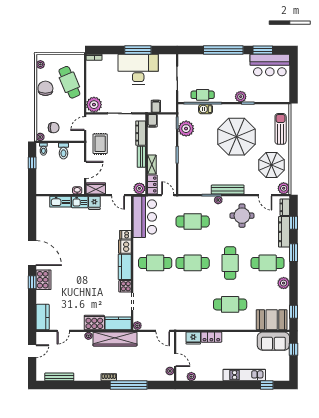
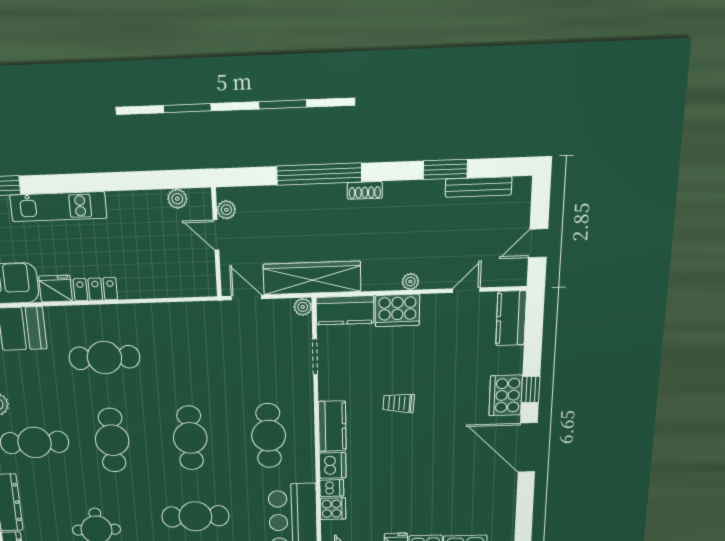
cafe table: (155, 263) -> (269, 436), turned 90
cafe table: (193, 263) -> (190, 438), turned 90
trolley: (93, 277) -> (399, 403), added
cooker: (125, 286) -> (333, 509), moved
locker: (211, 337) -> (95, 289), moved
fridge: (193, 338) -> (55, 289), moved
wardrobe: (115, 339) -> (312, 278), moved
window: (74, 385) -> (445, 169), added

